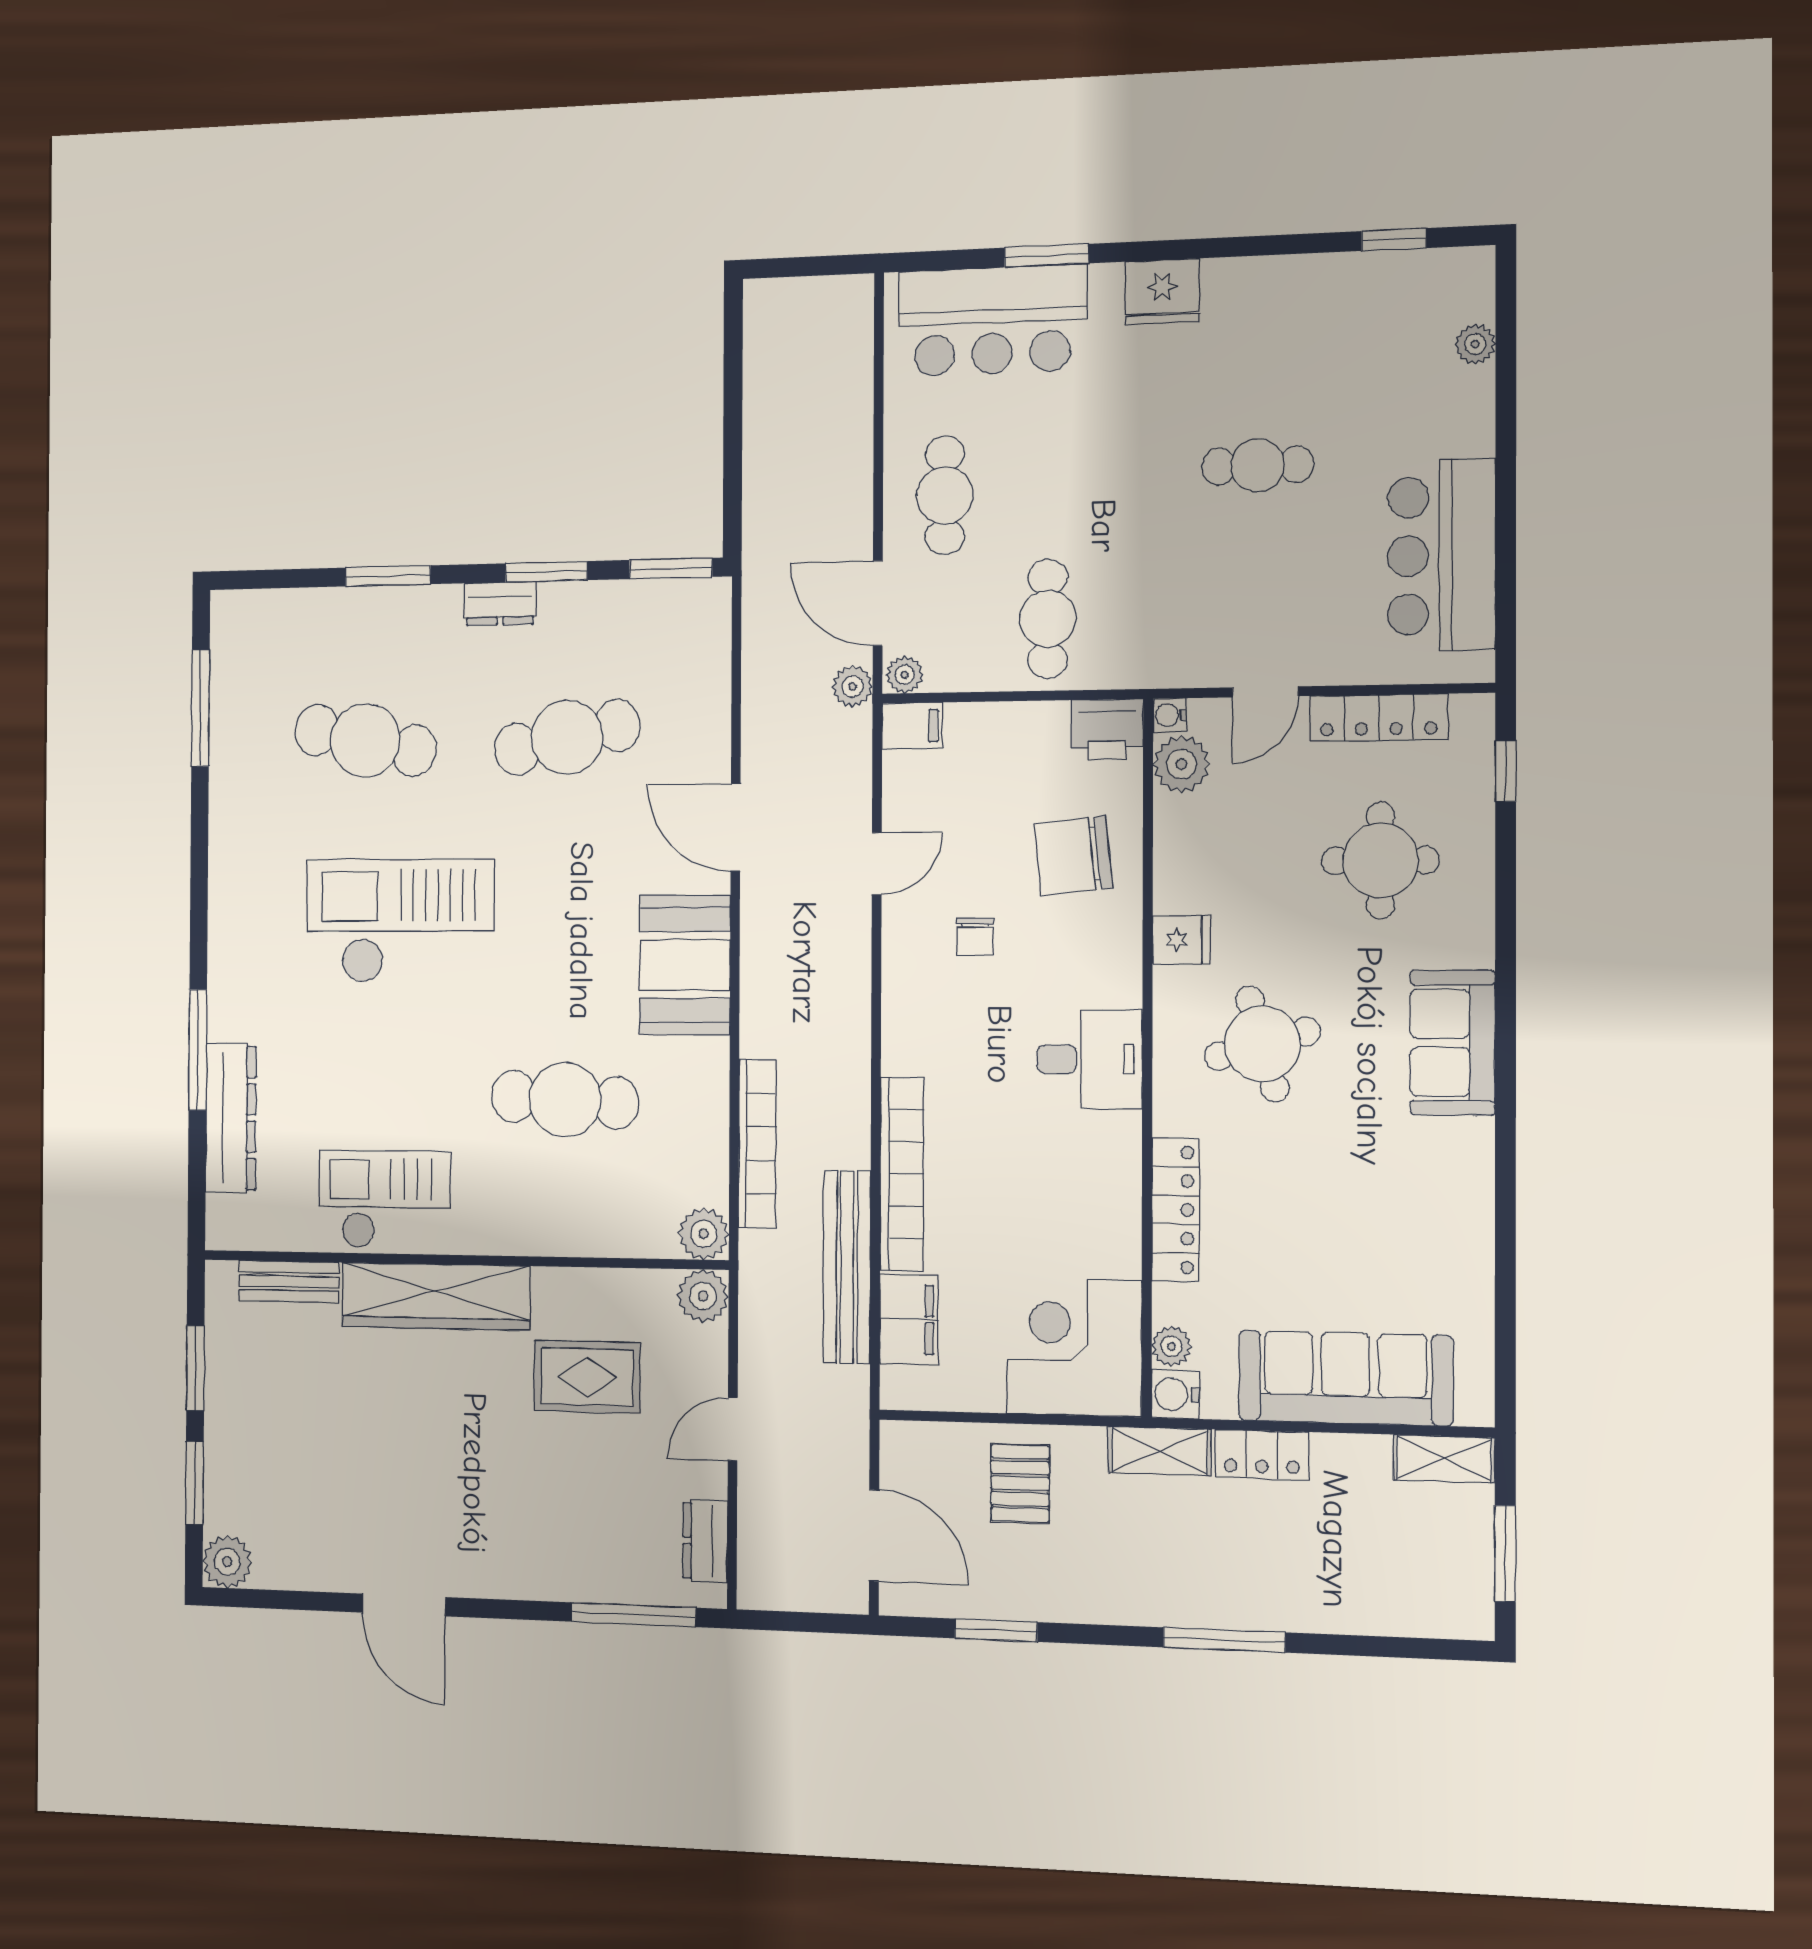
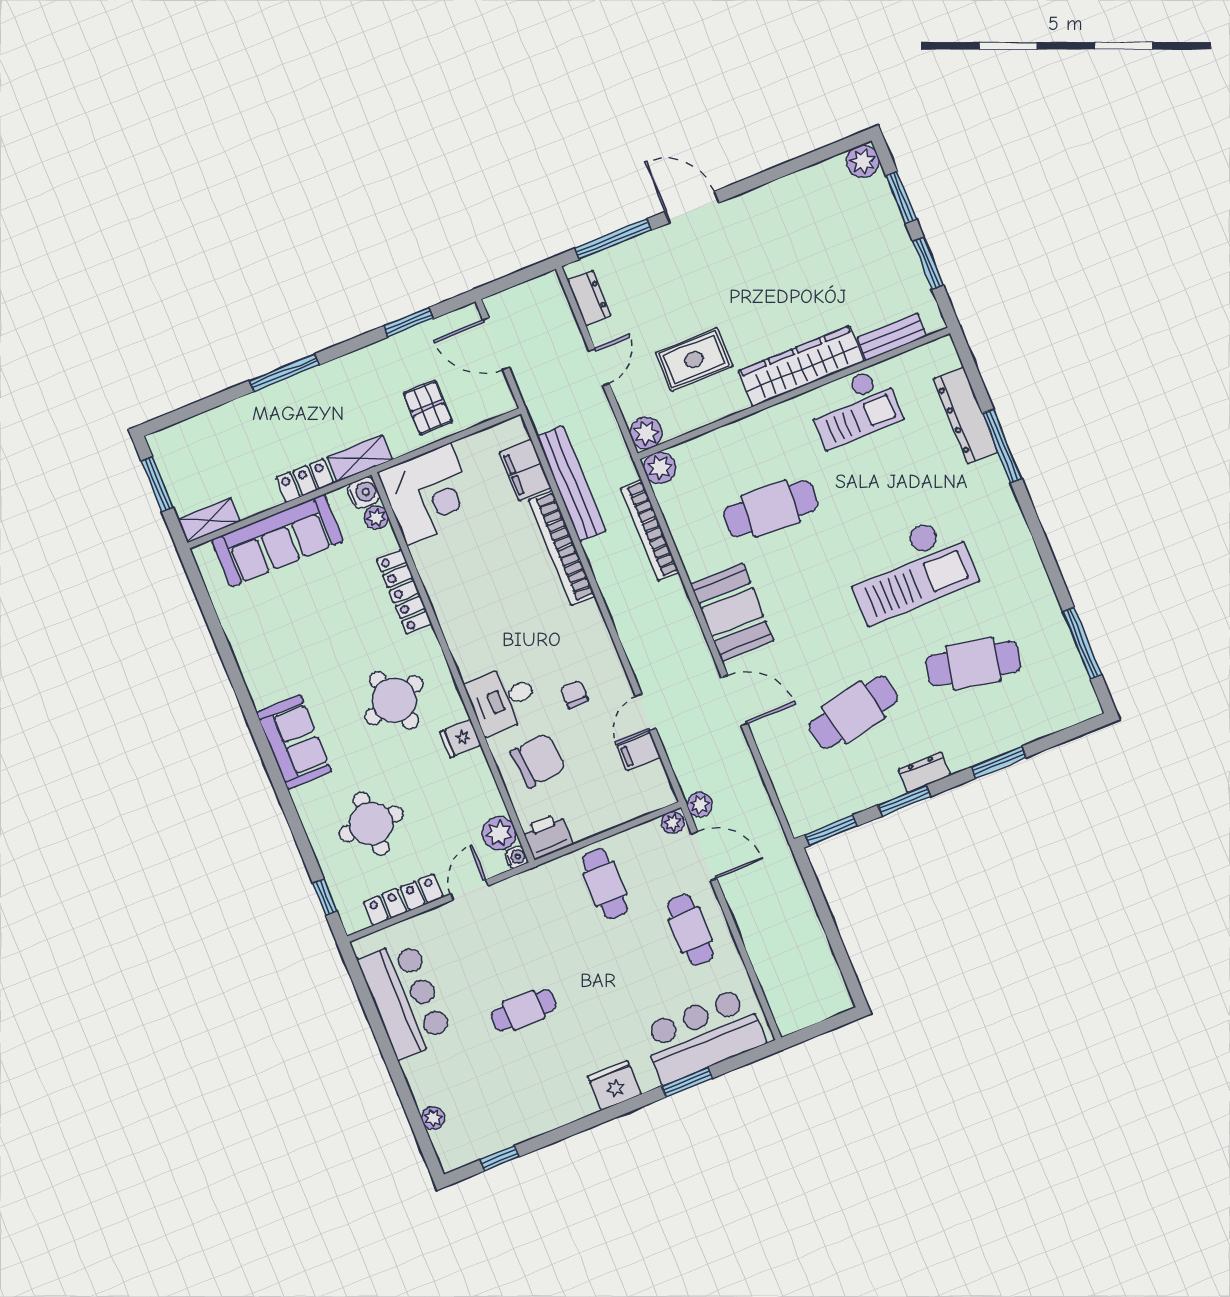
filing cabinet: (912, 726) -> (639, 752), moved
desk: (1089, 1059) -> (503, 699), moved
door: (404, 1605) -> (692, 207), moved

